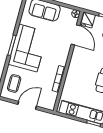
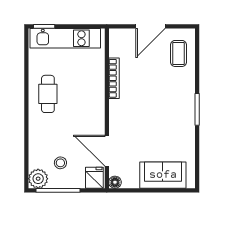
corner sofa: (28, 48) -> (172, 112), removed

